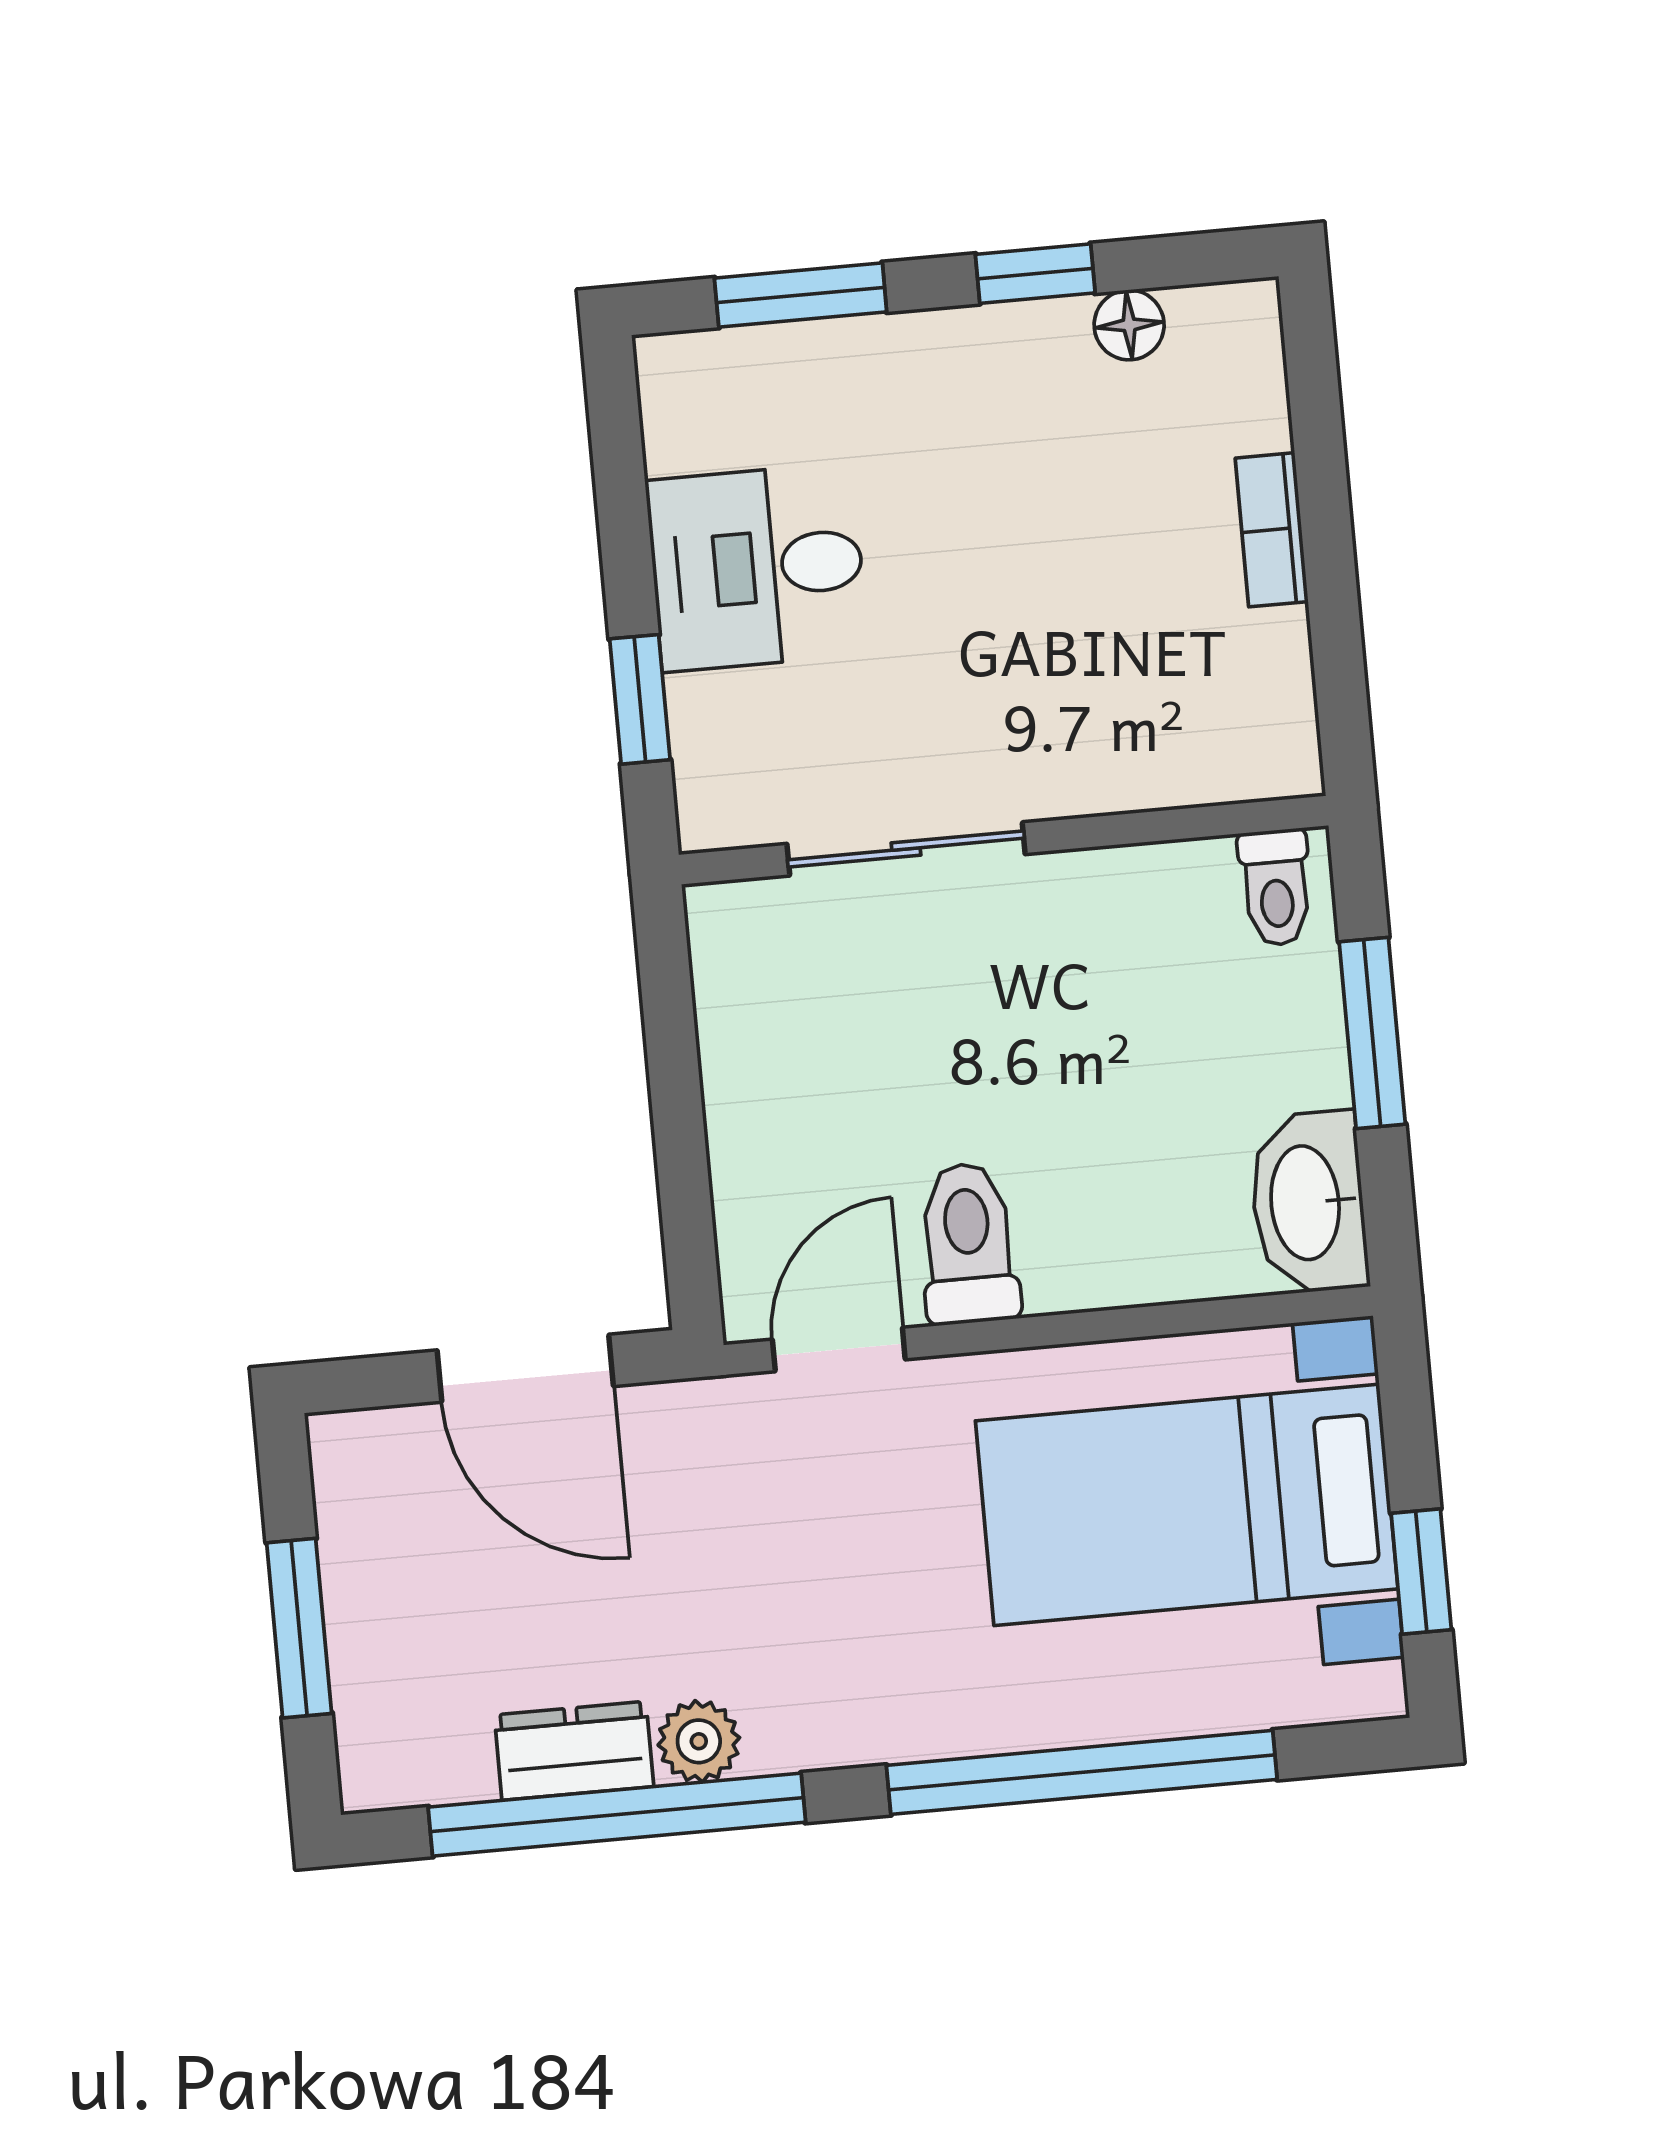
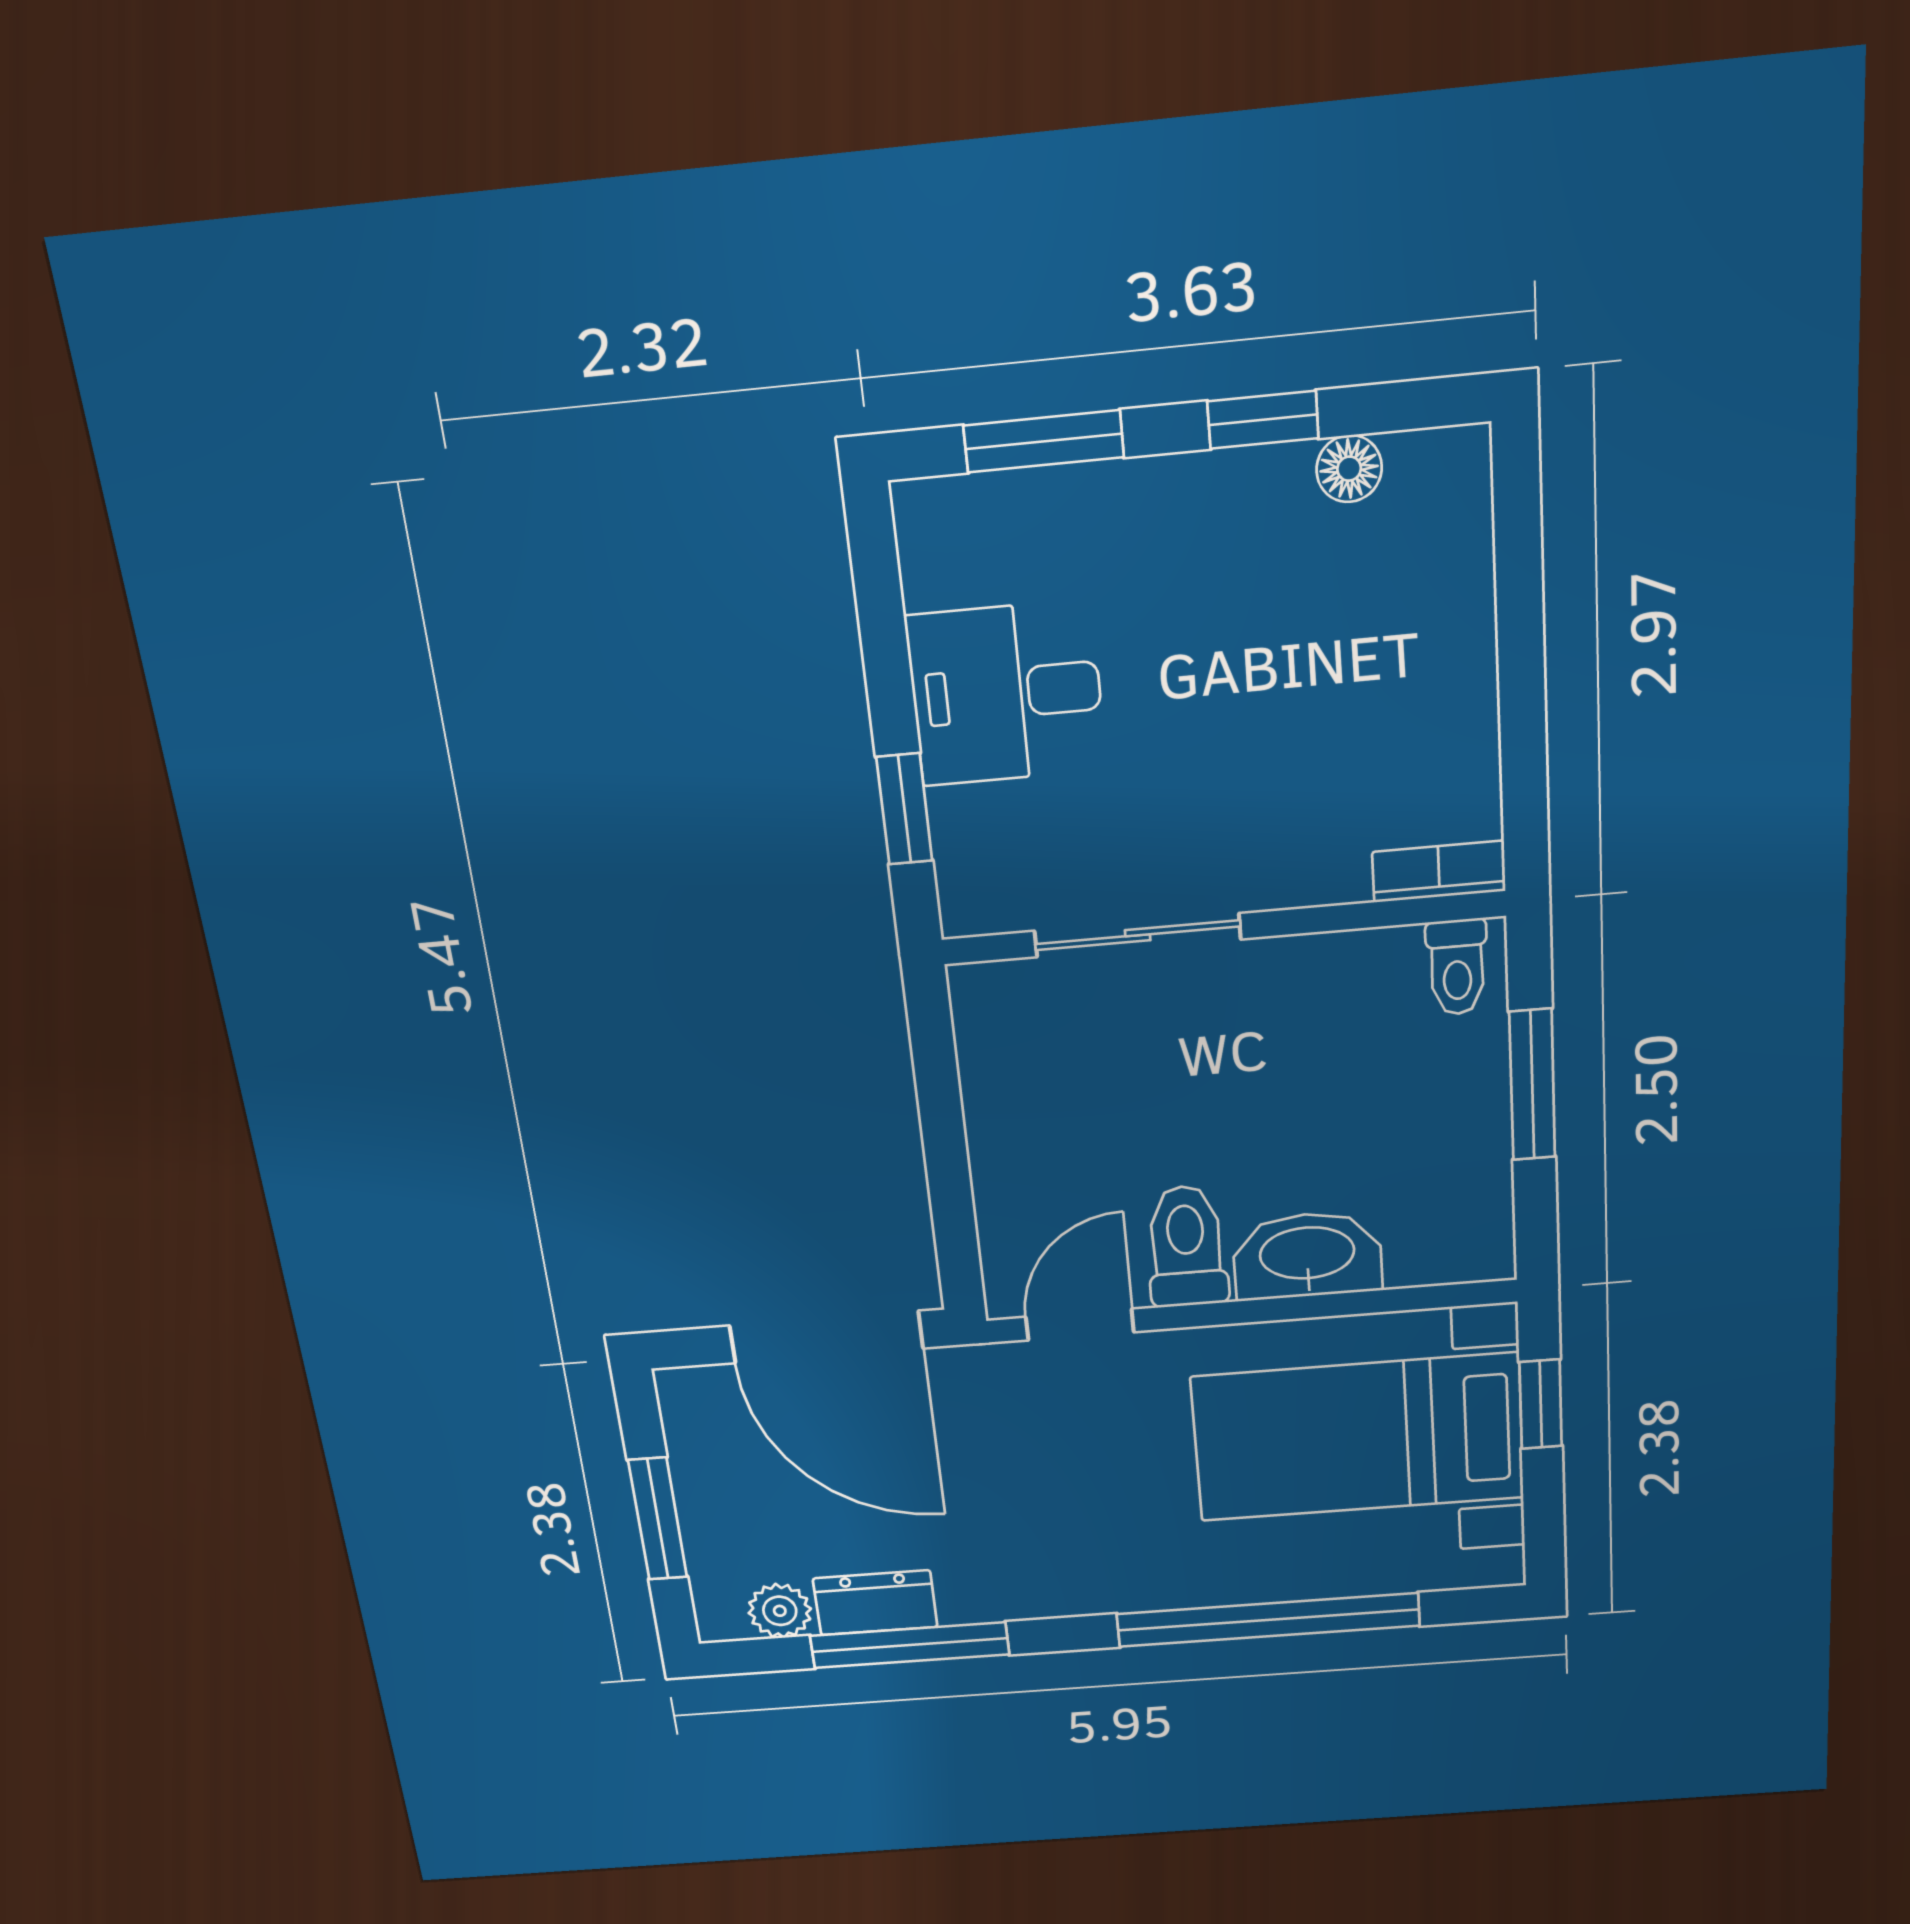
bookcase: (1272, 530) -> (1439, 871), moved, turned 90
washbasin: (1308, 1202) -> (1307, 1255), moved, turned 90
door: (525, 1368) -> (826, 1337), width x1.36
window: (1421, 1571) -> (1541, 1404), moved
plant: (699, 1741) -> (780, 1611), moved
window: (617, 1815) -> (910, 1645), width x0.68

